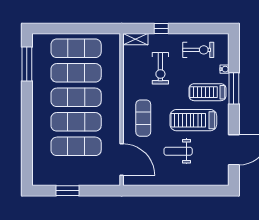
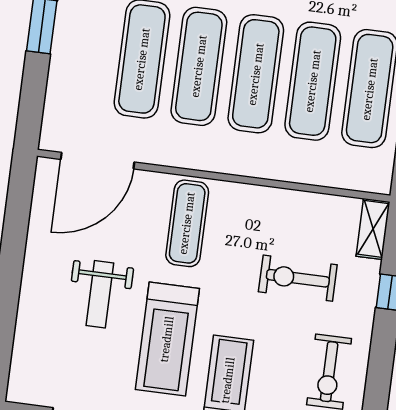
exercise mat: (143, 118) -> (187, 223), turned 90
treadmill: (193, 120) -> (167, 339), turned 180
weight bench: (178, 151) -> (100, 294), turned 180

